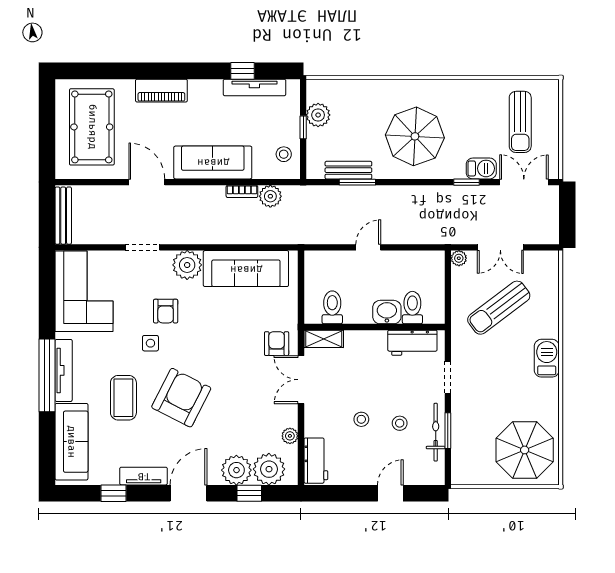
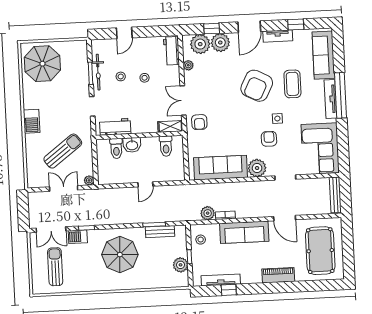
double door: (301, 380) -> (183, 100), swing flipped

